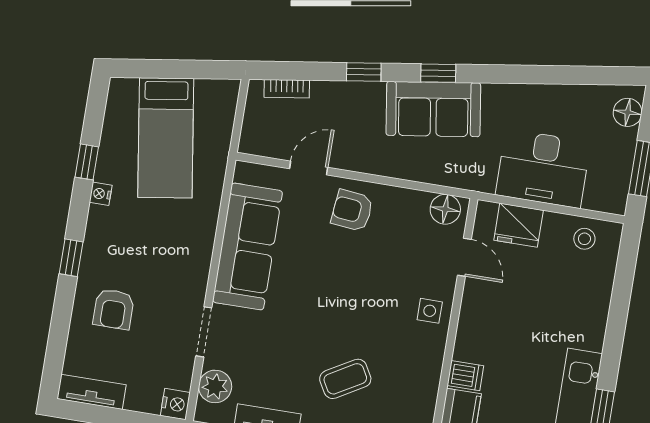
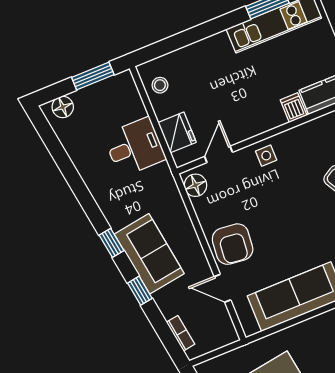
sofa: (433, 109) -> (149, 254), moved
desk: (543, 168) -> (135, 147), width x0.73
armchair: (352, 210) -> (233, 244), width x1.38, depth x1.38

